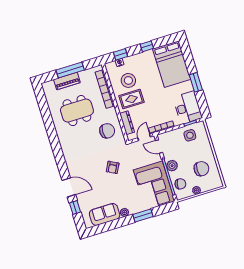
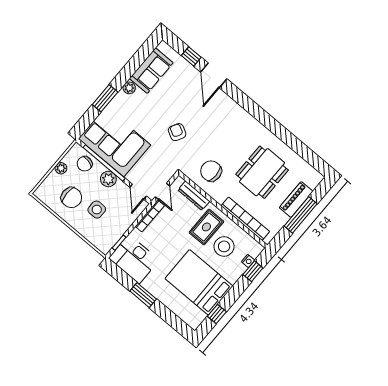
window: (147, 46) -> (217, 314), moved
bed: (172, 64) -> (199, 282), moved
chair: (107, 131) -> (211, 171), turned 90
side table: (190, 135) -> (97, 210), moved
door: (159, 147) -> (138, 192), swing flipped
chair: (201, 169) -> (71, 198), turned -90
door: (69, 187) -> (214, 75), hinge flipped

